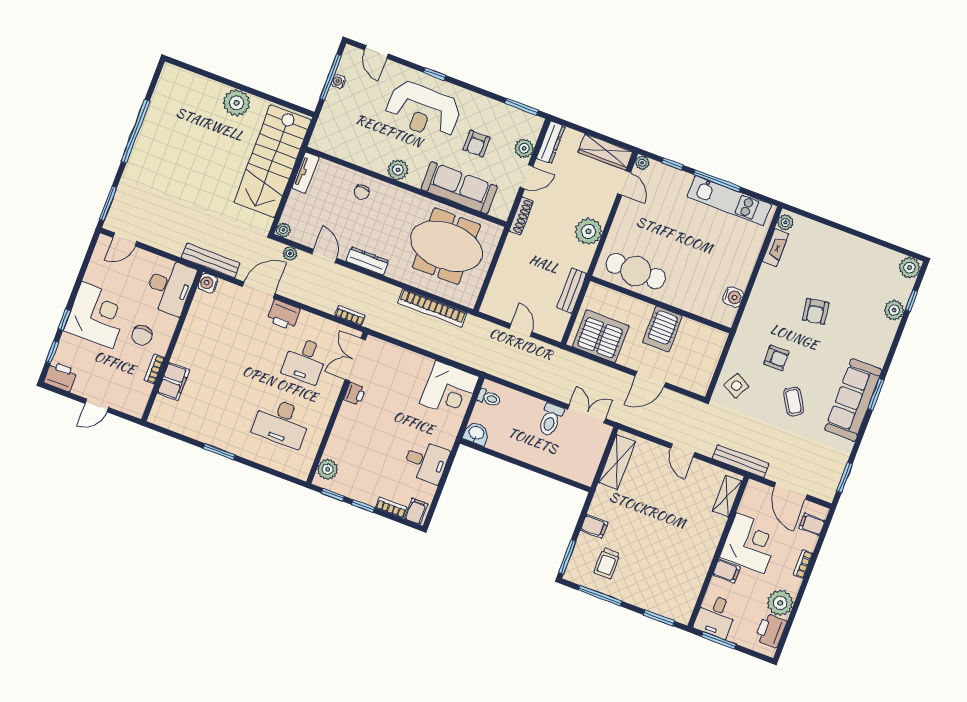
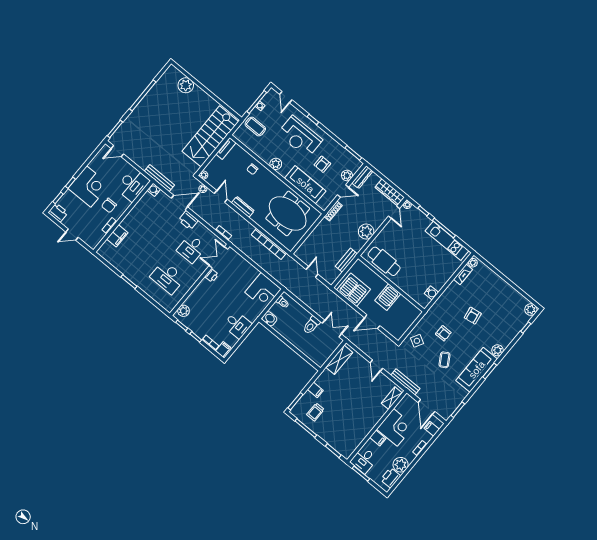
plant: (236, 103) -> (186, 85), moved
coffee table: (342, 119) -> (255, 127), added
plant: (894, 310) -> (498, 350), moved

